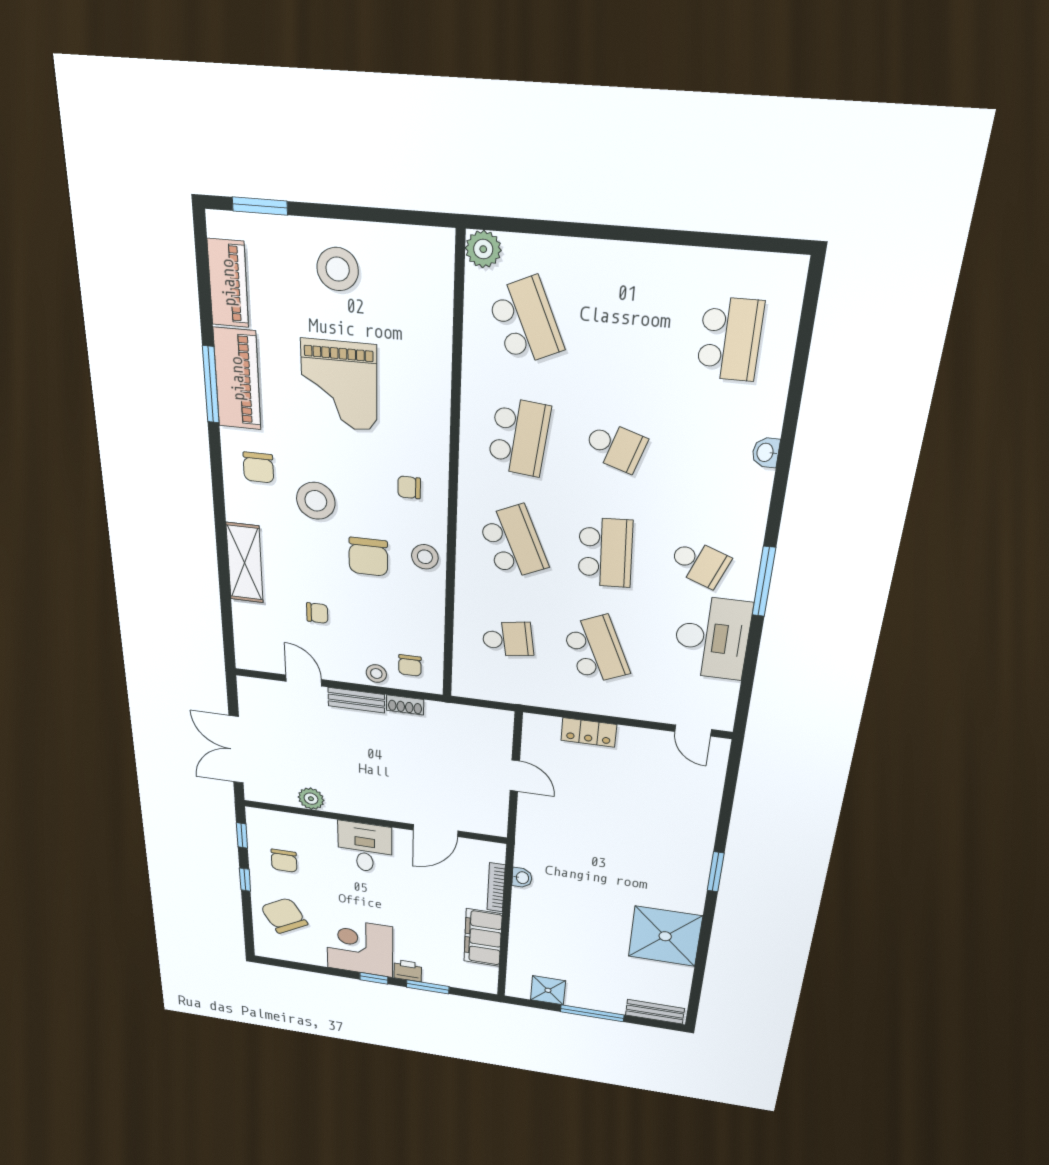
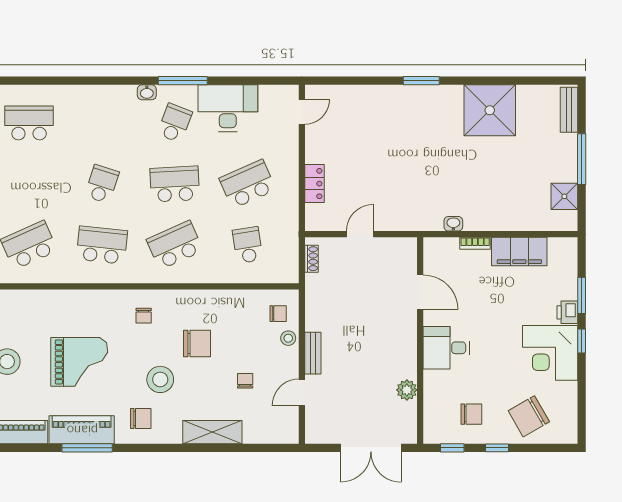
washbasin: (766, 452) -> (147, 92), moved
stool: (425, 557) -> (192, 304), removed
shoe rack: (405, 705) -> (311, 259), moved
bookcase: (496, 887) -> (475, 243), width x0.64

